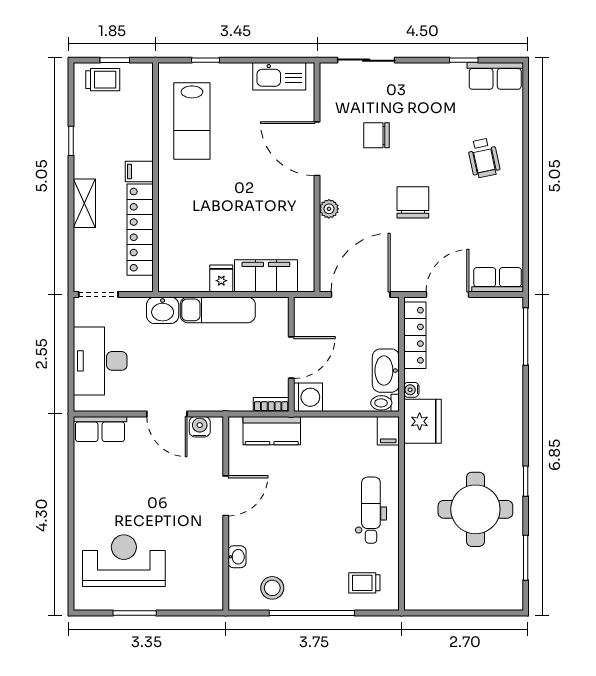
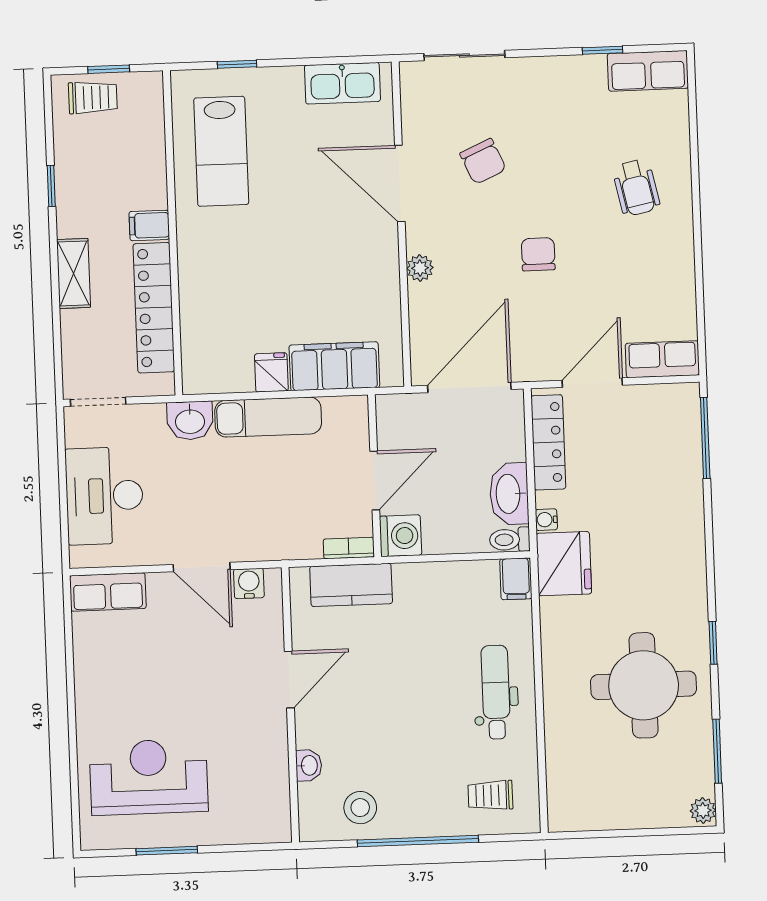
chair: (376, 135) -> (483, 161), turned -114
chair: (413, 202) -> (538, 254), width x0.73, depth x0.73
plant: (514, 599) -> (703, 811), added

